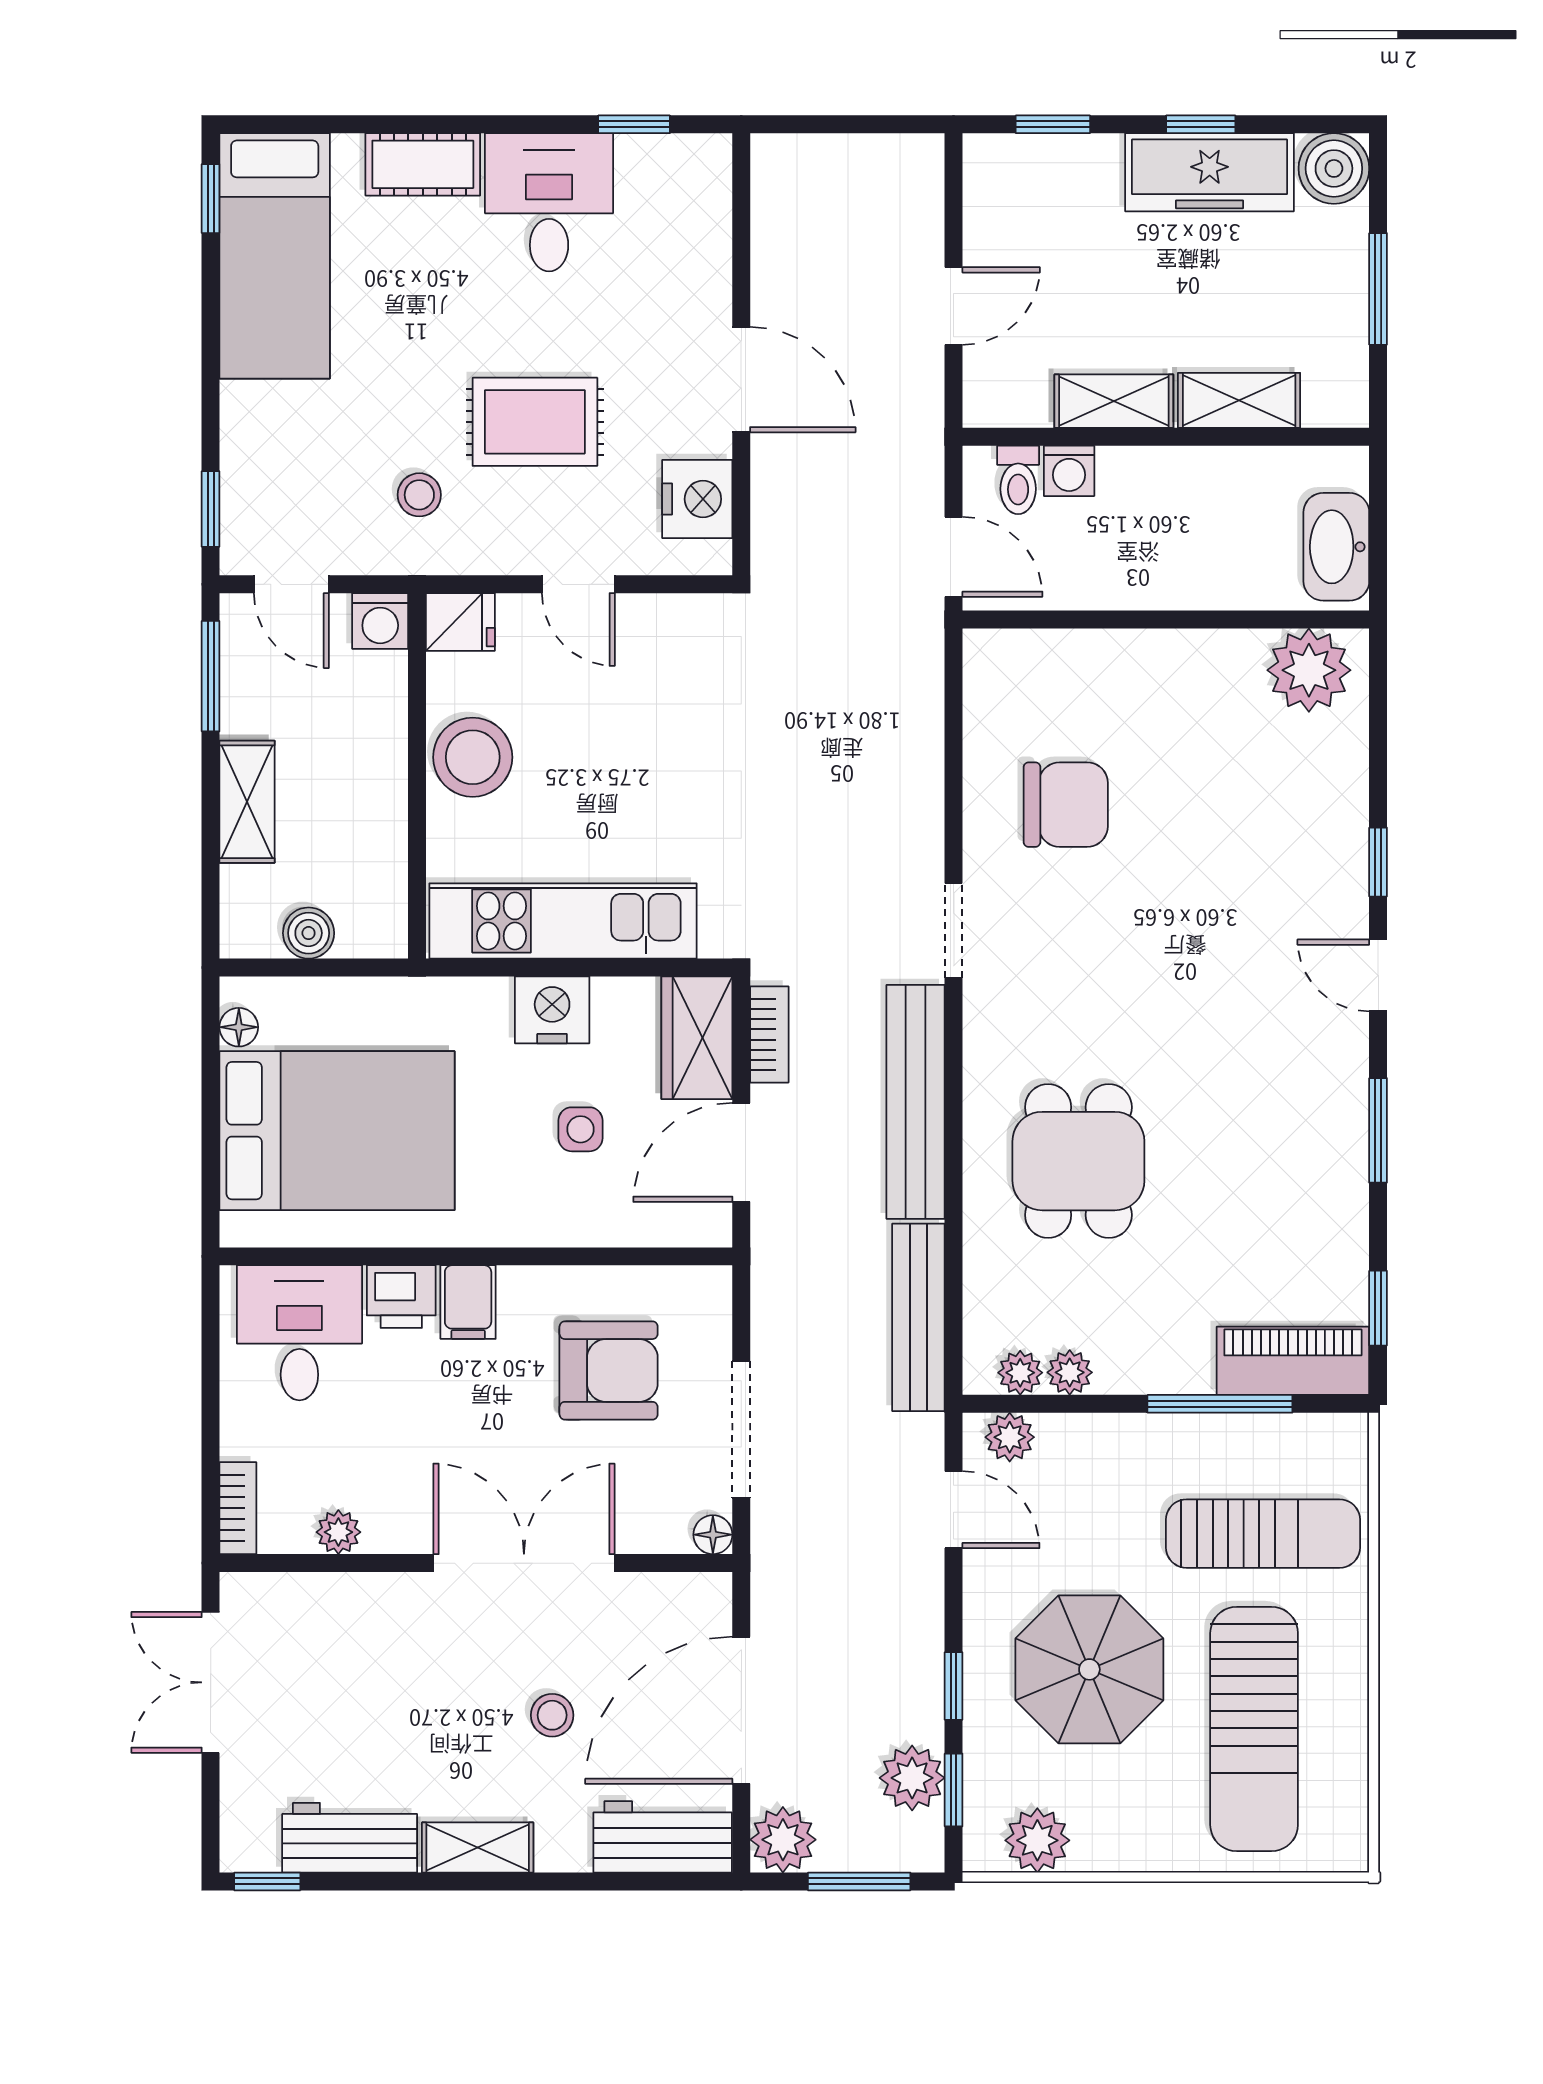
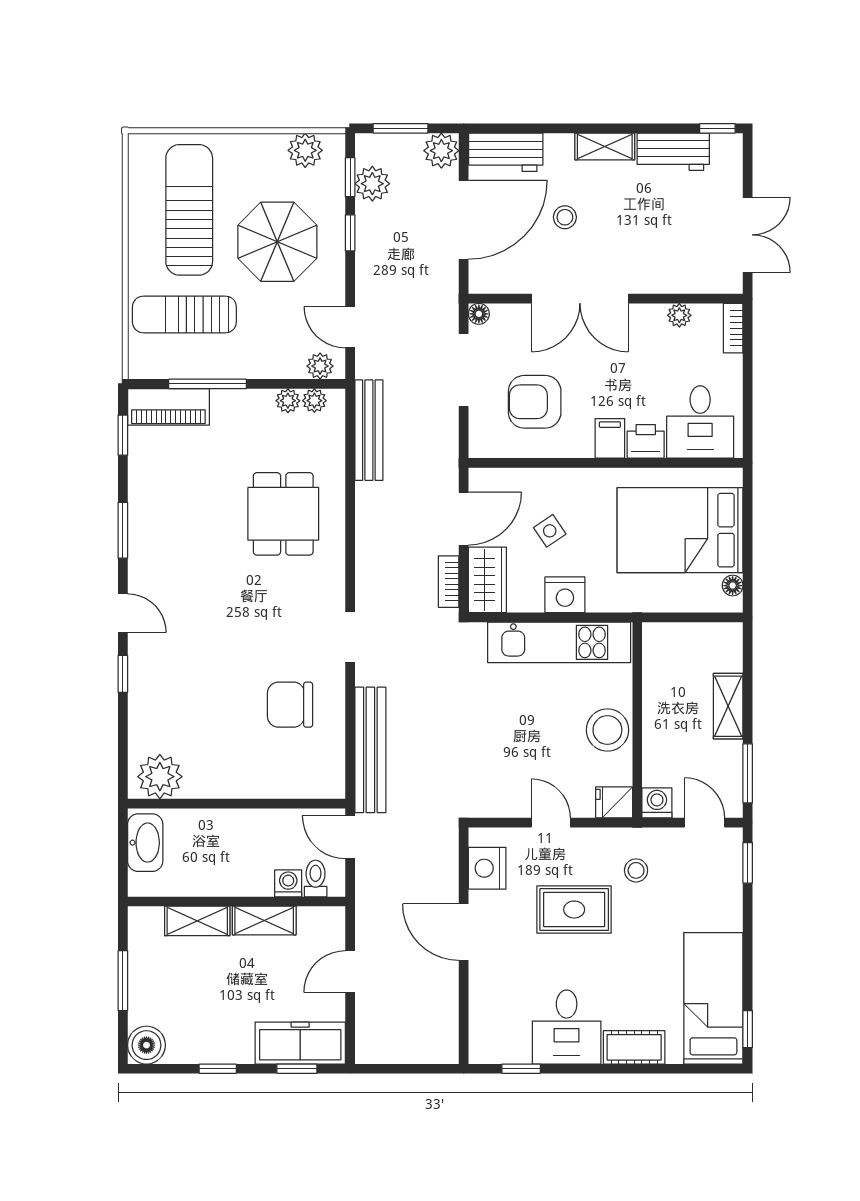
freezer: (1210, 172) -> (300, 1043), moved
boiler: (309, 933) -> (695, 636), removed
bench: (916, 1102) -> (370, 750), moved
side table: (581, 1129) -> (550, 531), turned -34

